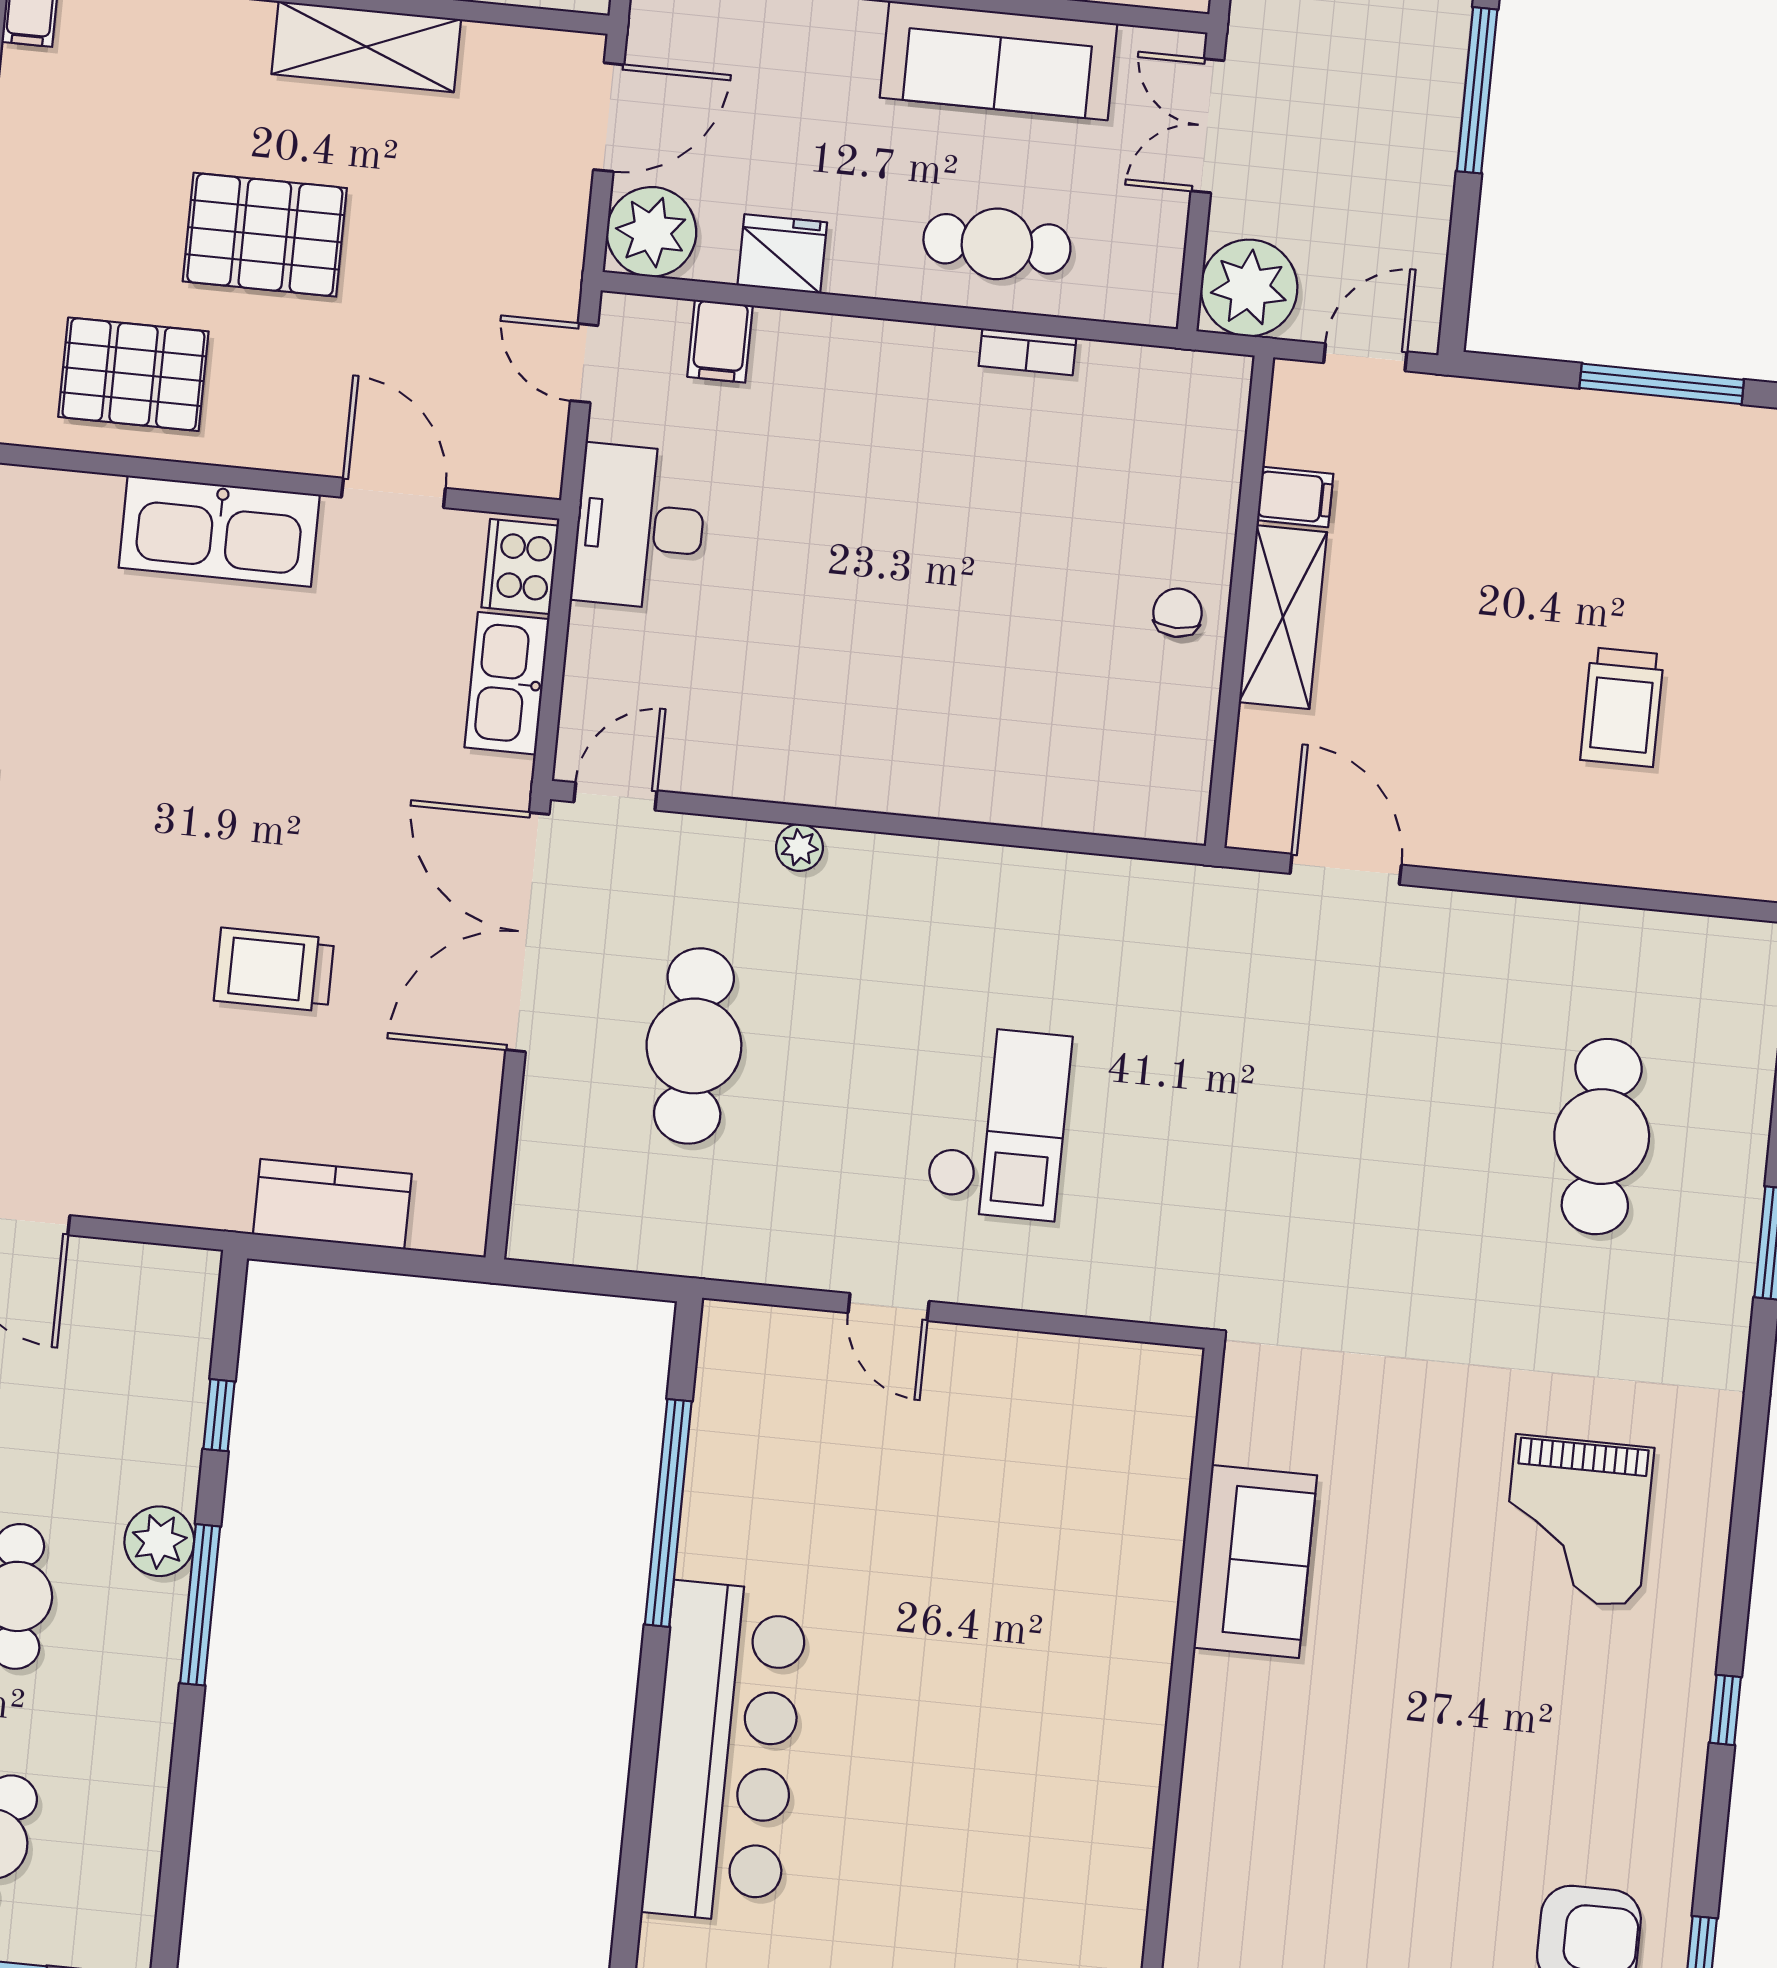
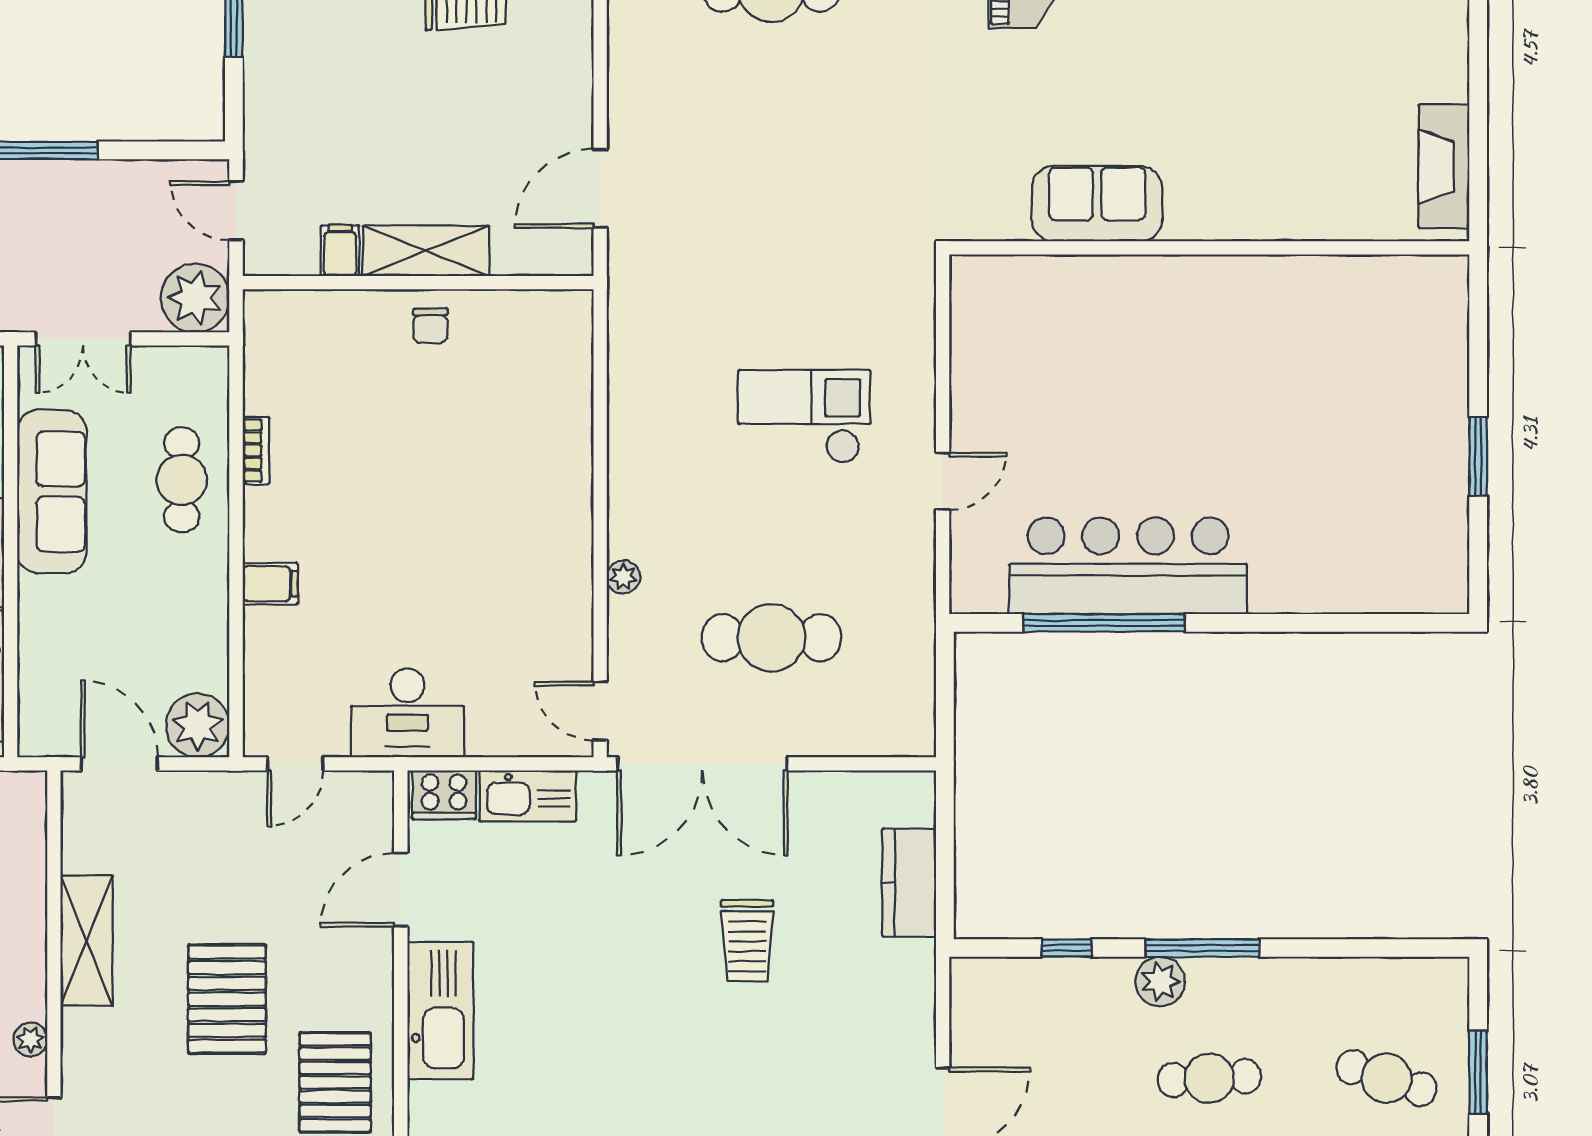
fridge: (782, 254) -> (204, 631), removed
filing cabinet: (720, 341) -> (270, 584), moved
chair: (1177, 613) -> (430, 326), turned -90
bar counter: (725, 1752) -> (1128, 566), moved

